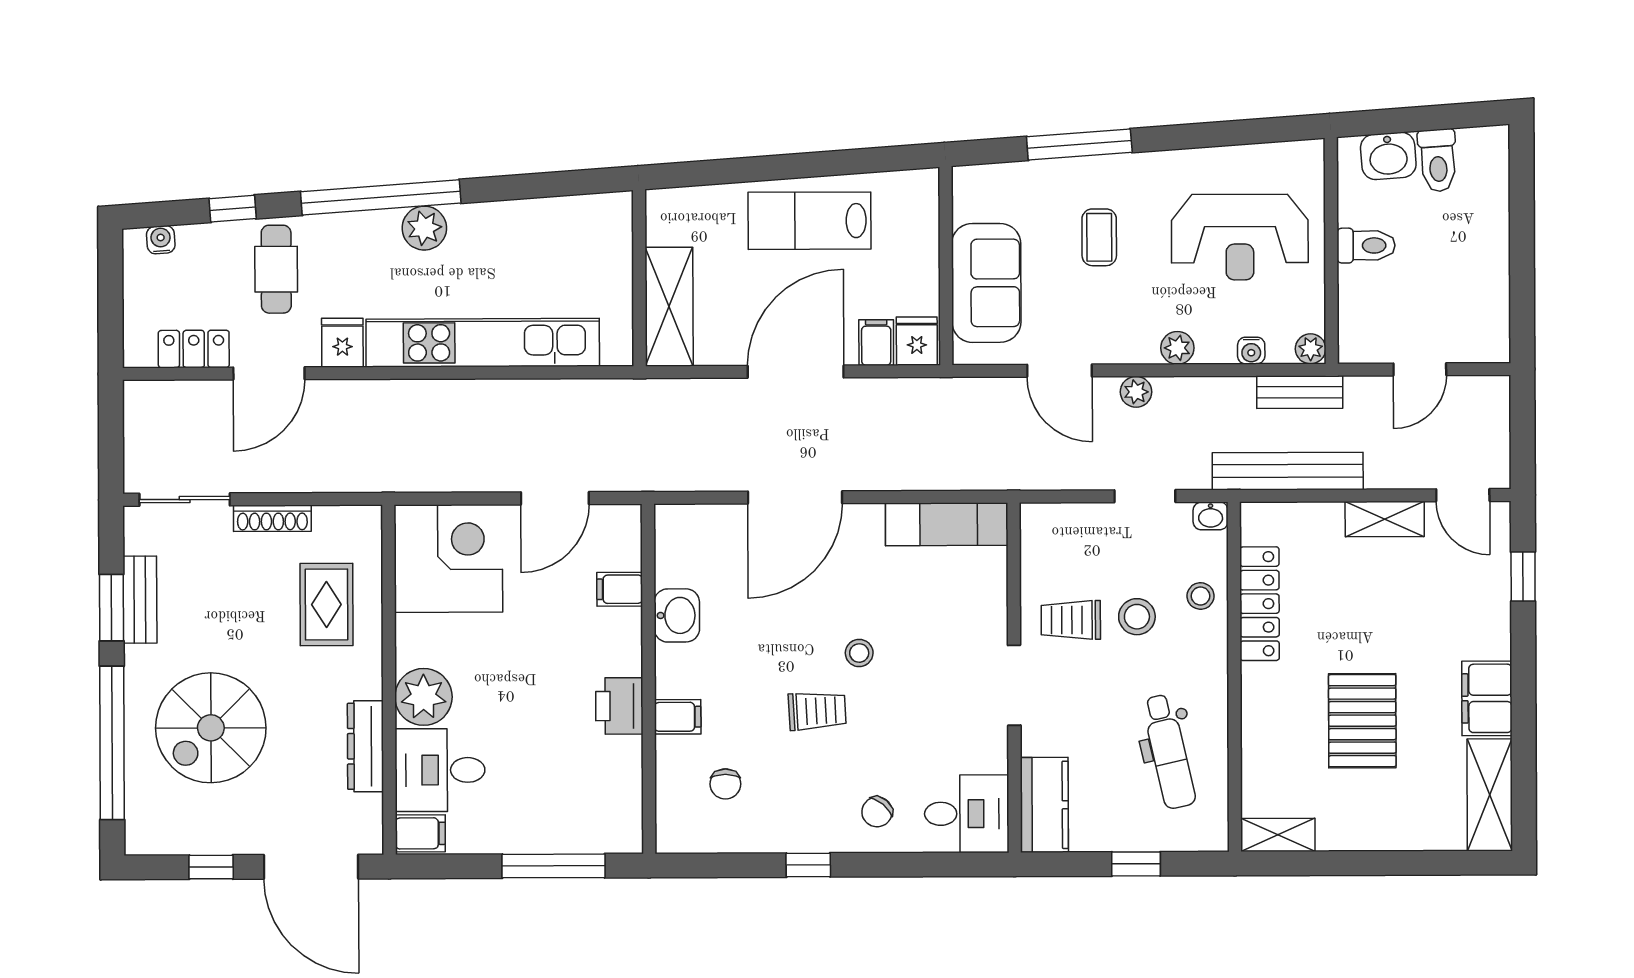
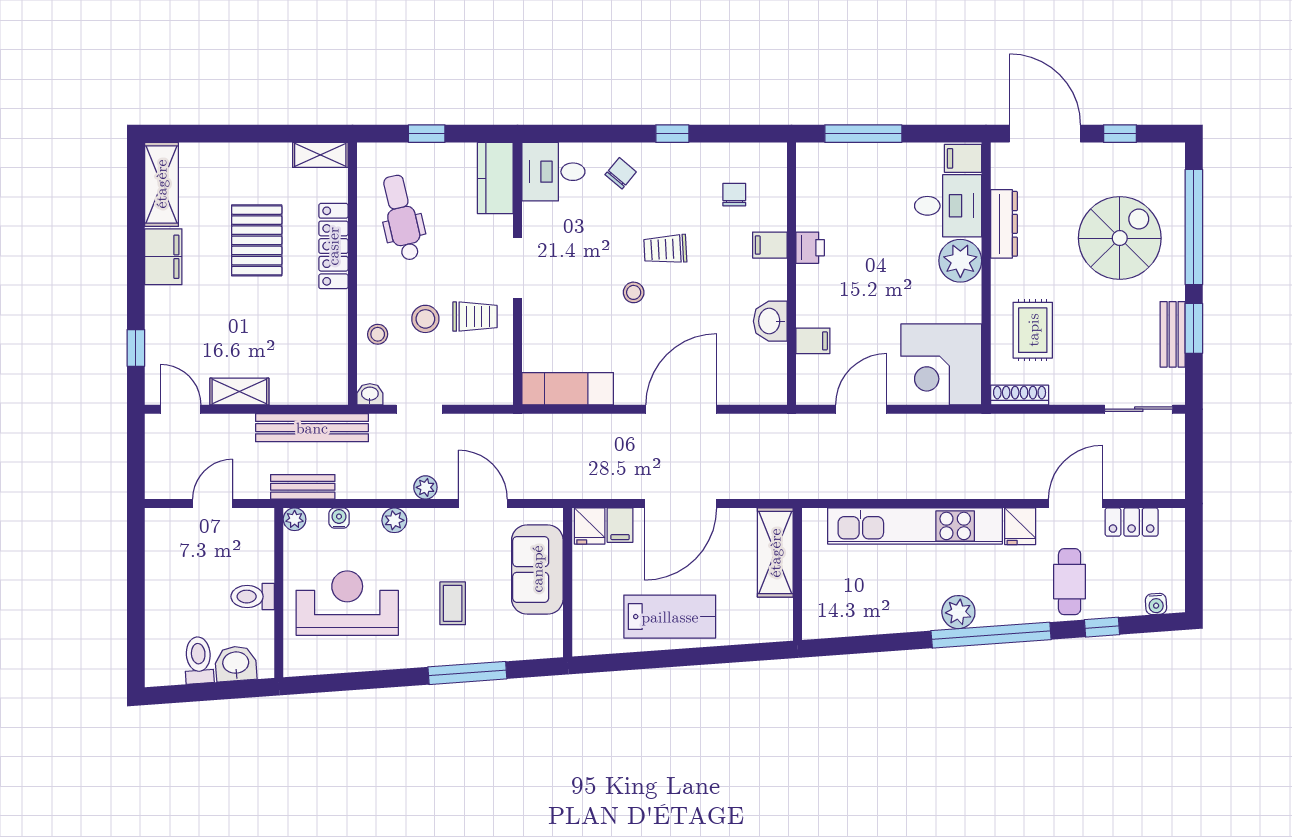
shoe rack: (272, 518) -> (1020, 395), moved
locker: (1260, 604) -> (333, 246), moved
printer: (619, 706) -> (810, 248), width x0.73, depth x0.81

